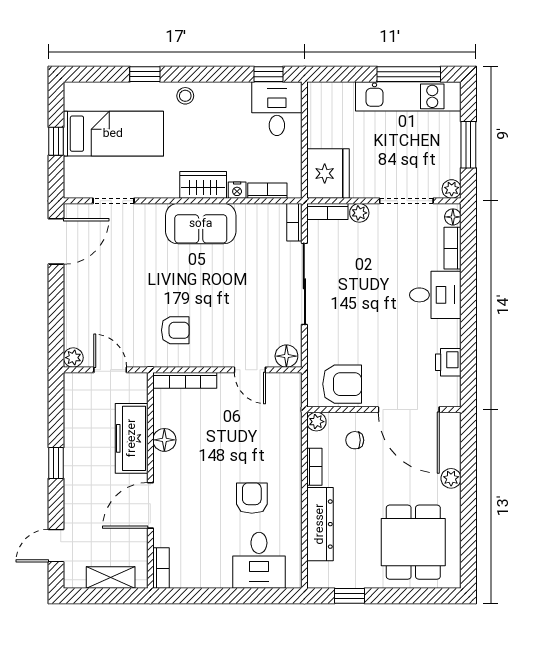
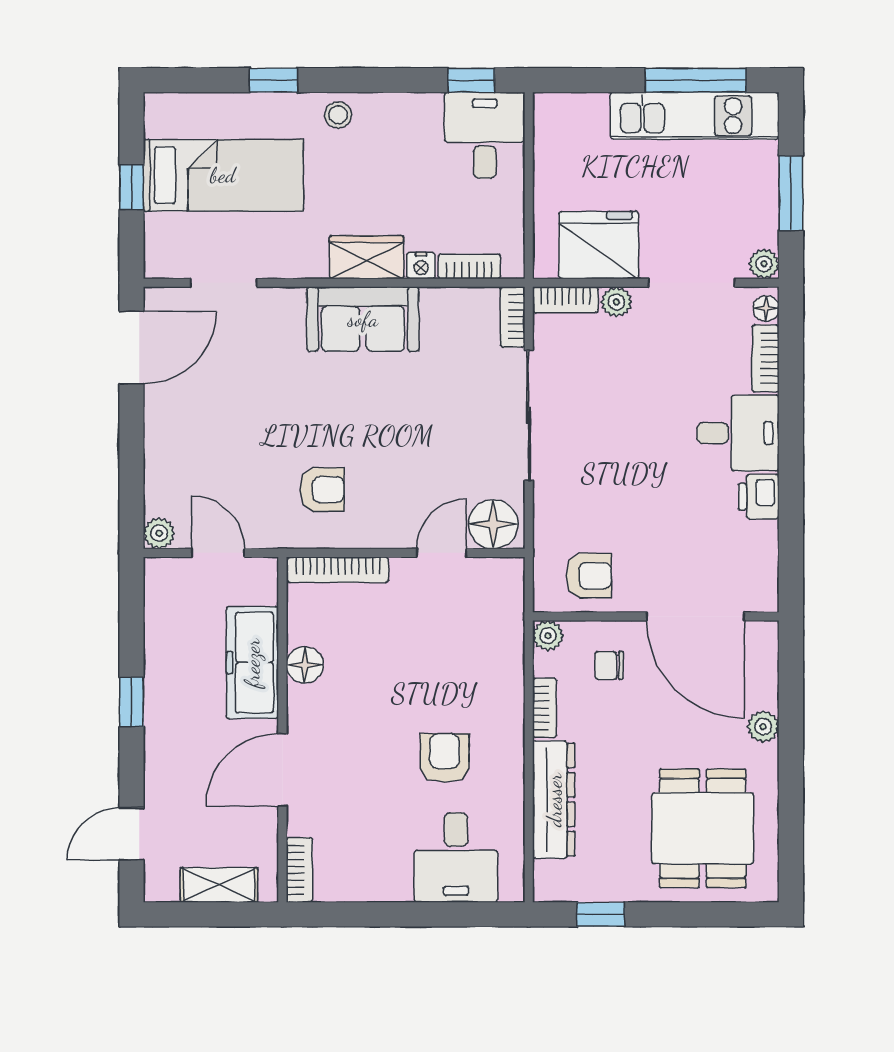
fridge: (328, 173) -> (599, 245), moved, turned -90
floor lamp: (286, 356) -> (493, 524), width x1.38, depth x1.38
printer: (448, 362) -> (759, 497), moved
door: (250, 370) -> (442, 553), swing flipped
armchair: (342, 384) -> (589, 576), width x0.72, depth x0.72

